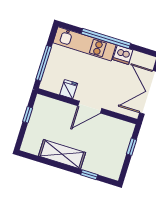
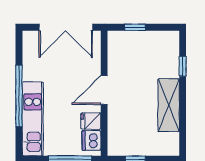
dishwasher: (123, 55) -> (91, 141), moved, turned 180
door: (90, 107) -> (104, 90), swing flipped

